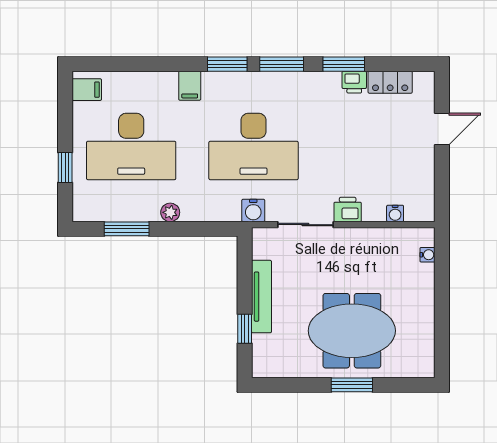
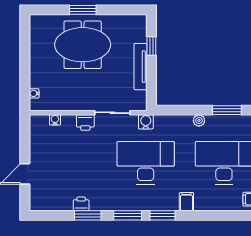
locker: (390, 82) -> (58, 204), removed

